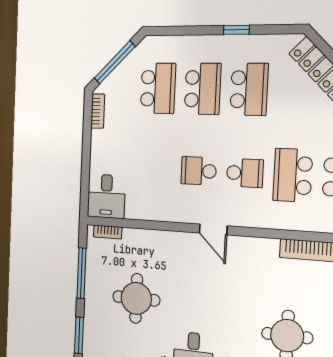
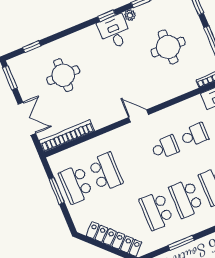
window: (236, 30) -> (181, 243), width x1.50
school desk: (245, 173) -> (195, 135), moved, turned 180

